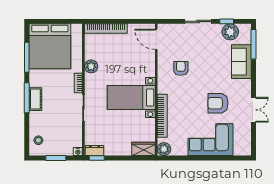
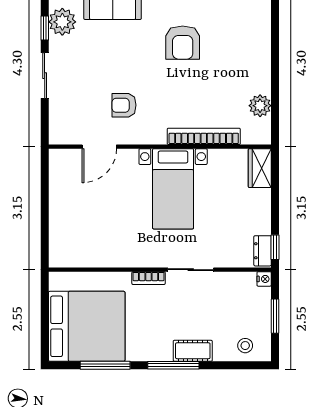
bookcase: (106, 29) -> (57, 232), removed
door: (156, 39) -> (99, 147), moved
plant: (91, 66) -> (121, 257), removed
cot: (35, 99) -> (193, 351), moved
corner sofa: (210, 140) -> (244, 55), removed
plant: (164, 149) -> (260, 106), moved

